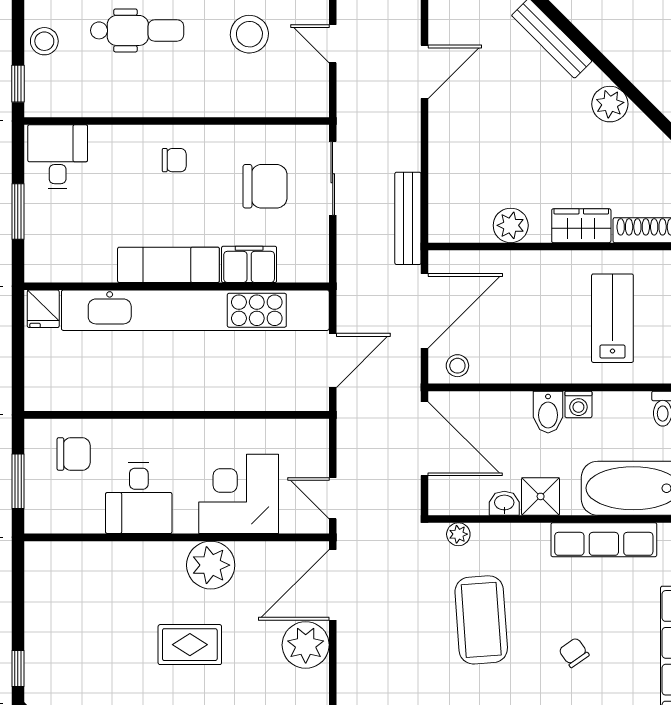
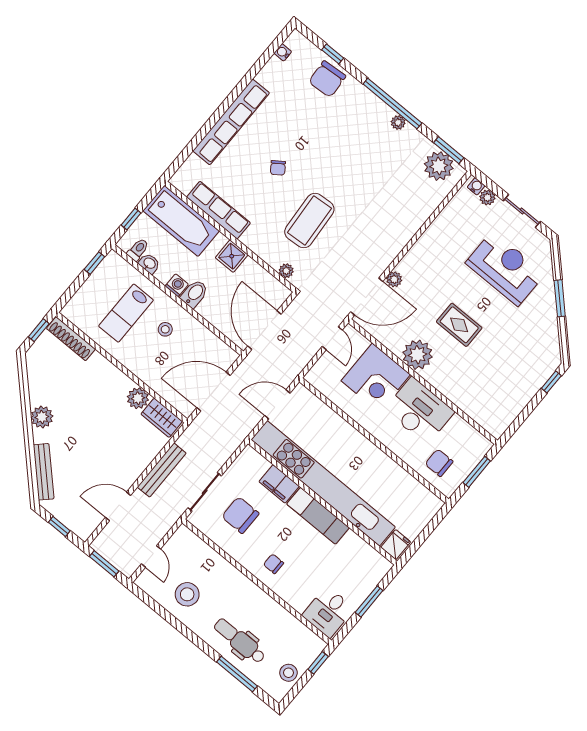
bench: (408, 218) -> (162, 470), moved
wardrobe: (581, 226) -> (162, 418), moved
stool: (457, 366) -> (165, 329), moved
desk: (139, 498) -> (419, 411), width x1.37
washbasin: (504, 503) -> (149, 264), moved, turned 180
plant: (306, 645) -> (394, 279), width x0.53, depth x0.53

